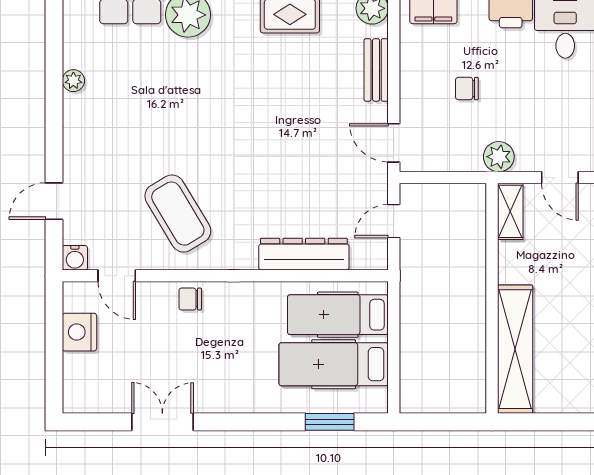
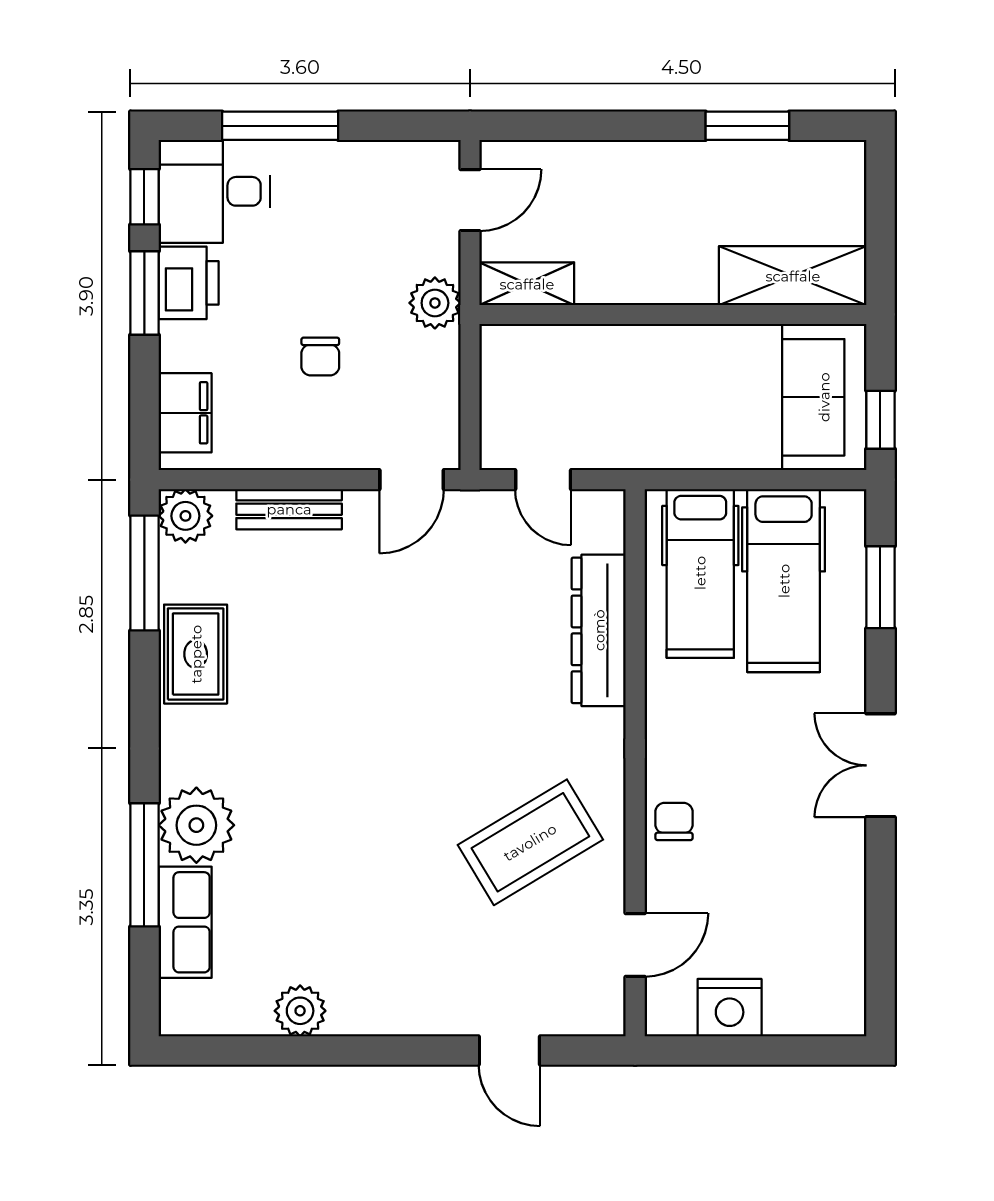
plant: (73, 81) -> (300, 1011), width x1.38, depth x1.38
water cooler: (75, 258) -> (605, 1015), removed
chair: (190, 299) -> (674, 822), turned 180
shelving: (515, 349) -> (793, 276), width x0.68
sofa: (443, 388) -> (824, 397), added
double door: (162, 422) -> (880, 765), moved
window: (429, 422) -> (880, 420), added

